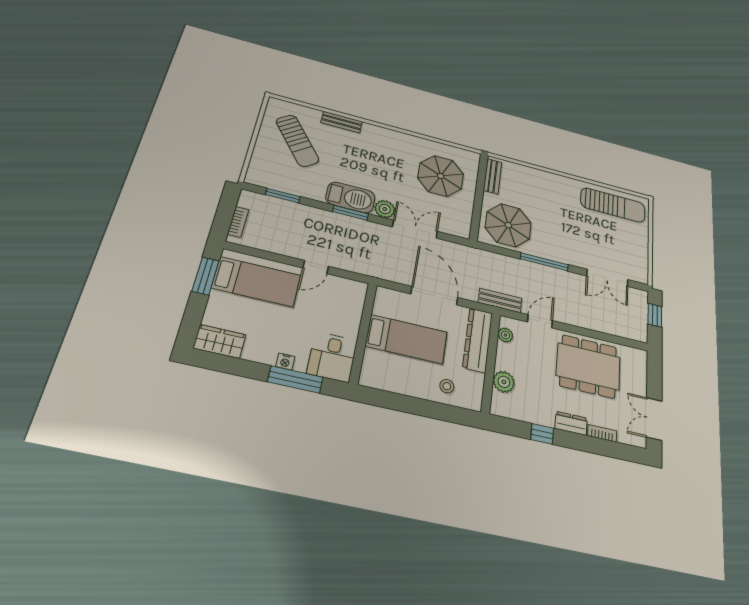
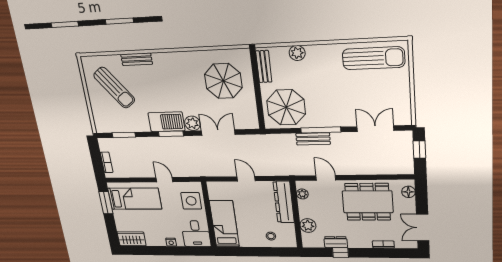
plant: (533, 175) -> (297, 53), added
door: (316, 267) -> (164, 180), swing flipped
double door: (607, 278) -> (375, 129), swing flipped
door: (434, 296) -> (246, 179), width x0.53
bench: (500, 300) -> (313, 139), moved
side table: (344, 306) -> (191, 201), added
door: (540, 321) -> (326, 178), hinge flipped
bed: (406, 339) -> (224, 224), moved, turned -90
floor lamp: (640, 365) -> (408, 192), added
window: (295, 379) -> (181, 251), removed
dresser: (571, 423) -> (336, 242), moved

